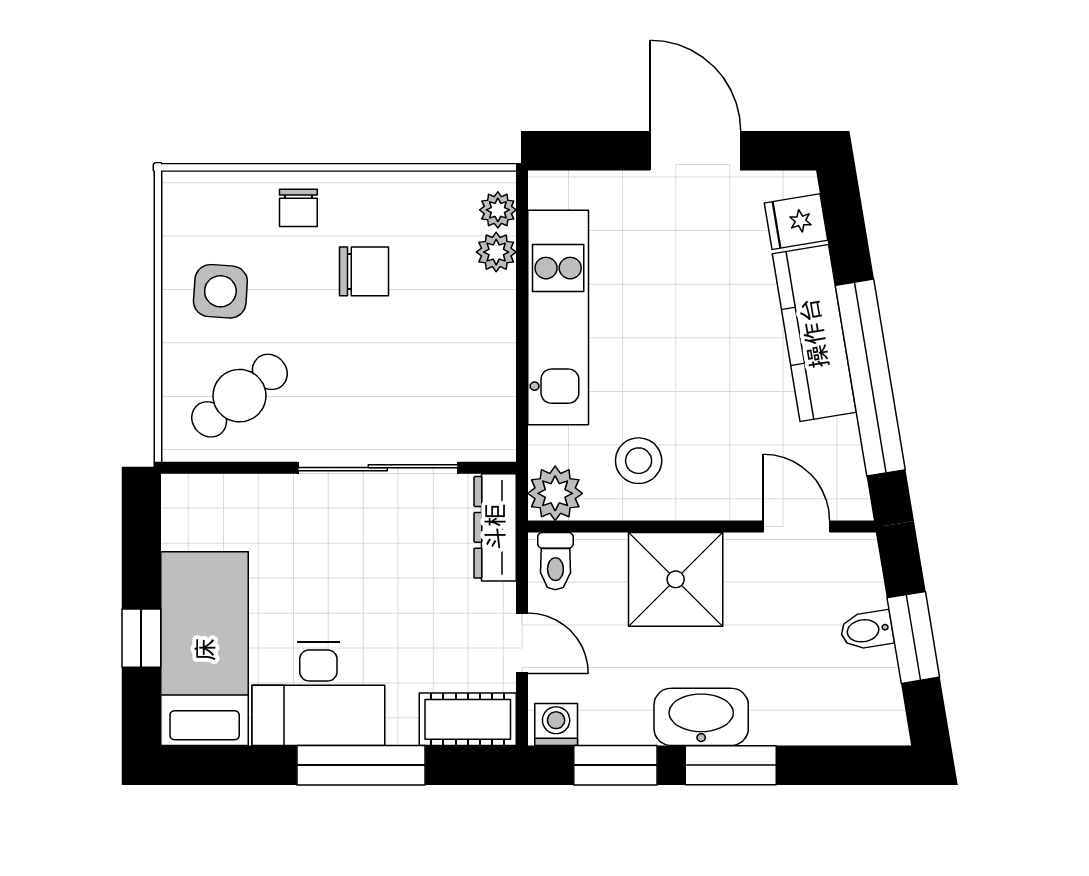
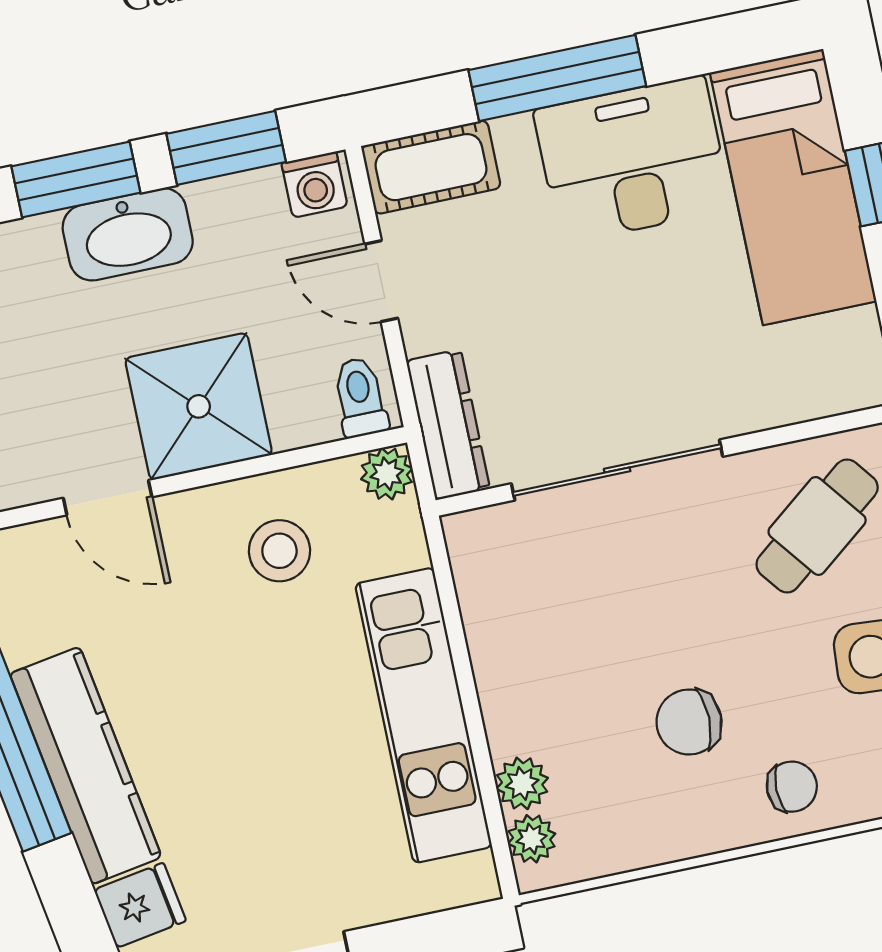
chair: (298, 208) -> (792, 787), turned 90
plant: (555, 493) -> (387, 474), width x0.73, depth x0.73
door: (797, 526) -> (108, 498), moved

